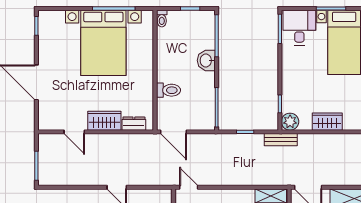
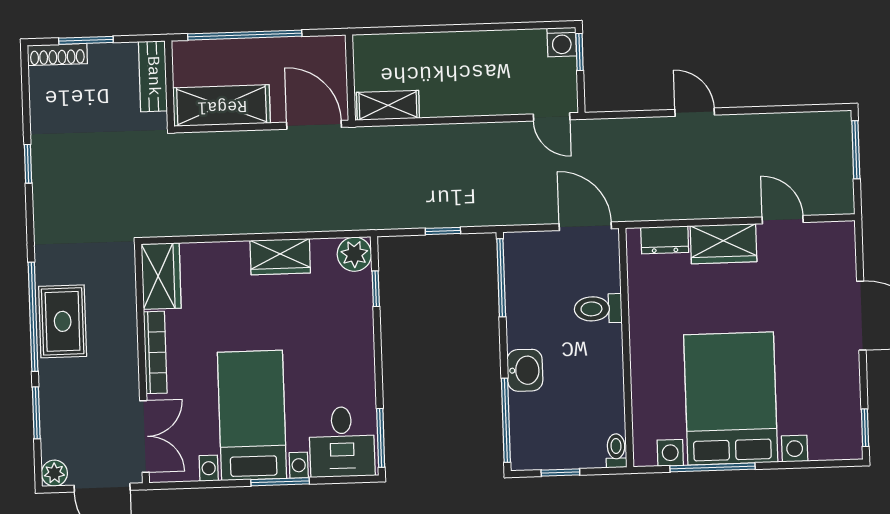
bench: (281, 140) -> (371, 218), removed

